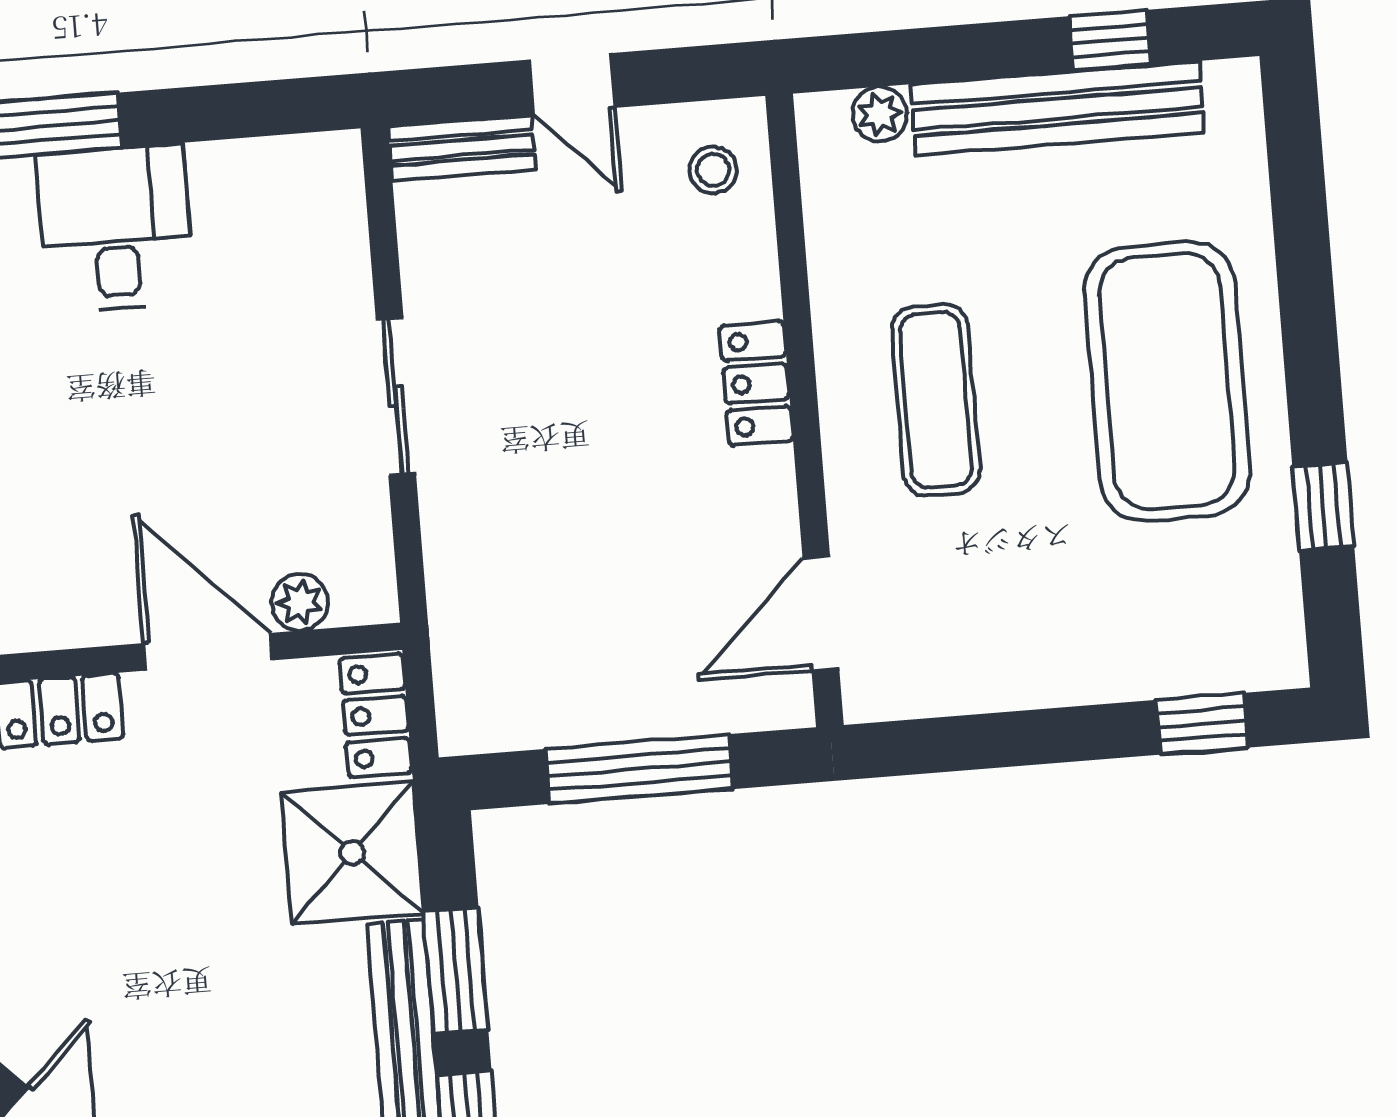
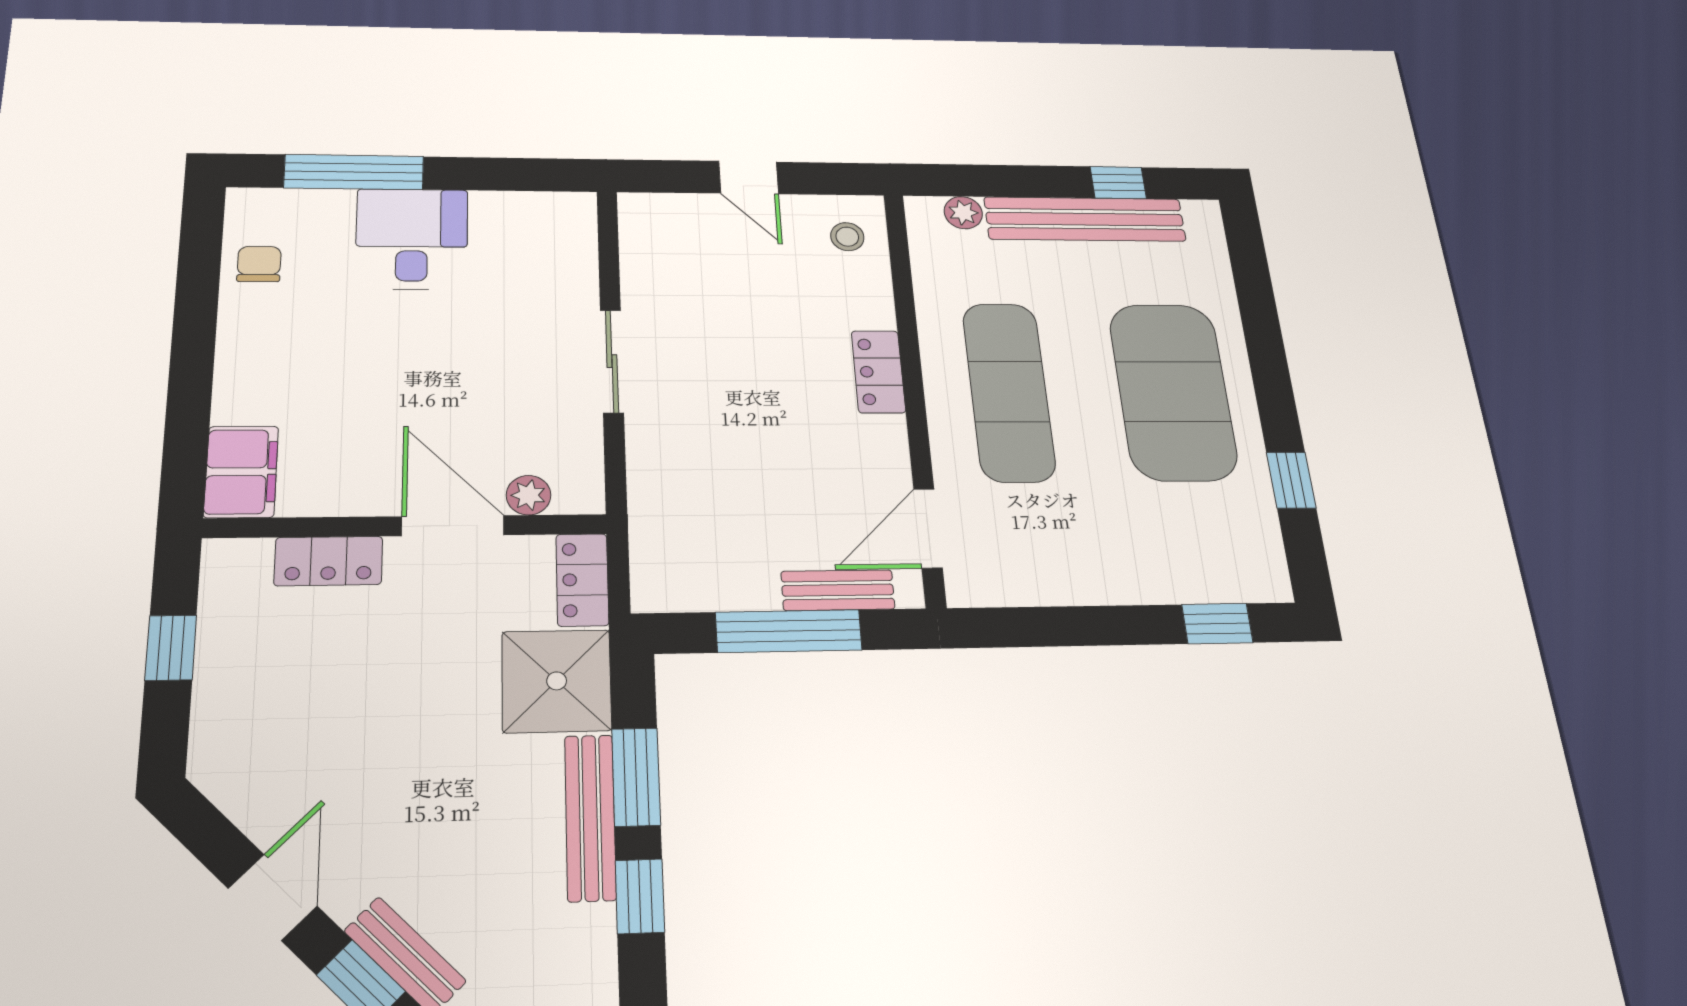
bench: (462, 148) -> (838, 590), moved
exercise mat: (936, 400) -> (1009, 392), width x1.36, depth x1.45

